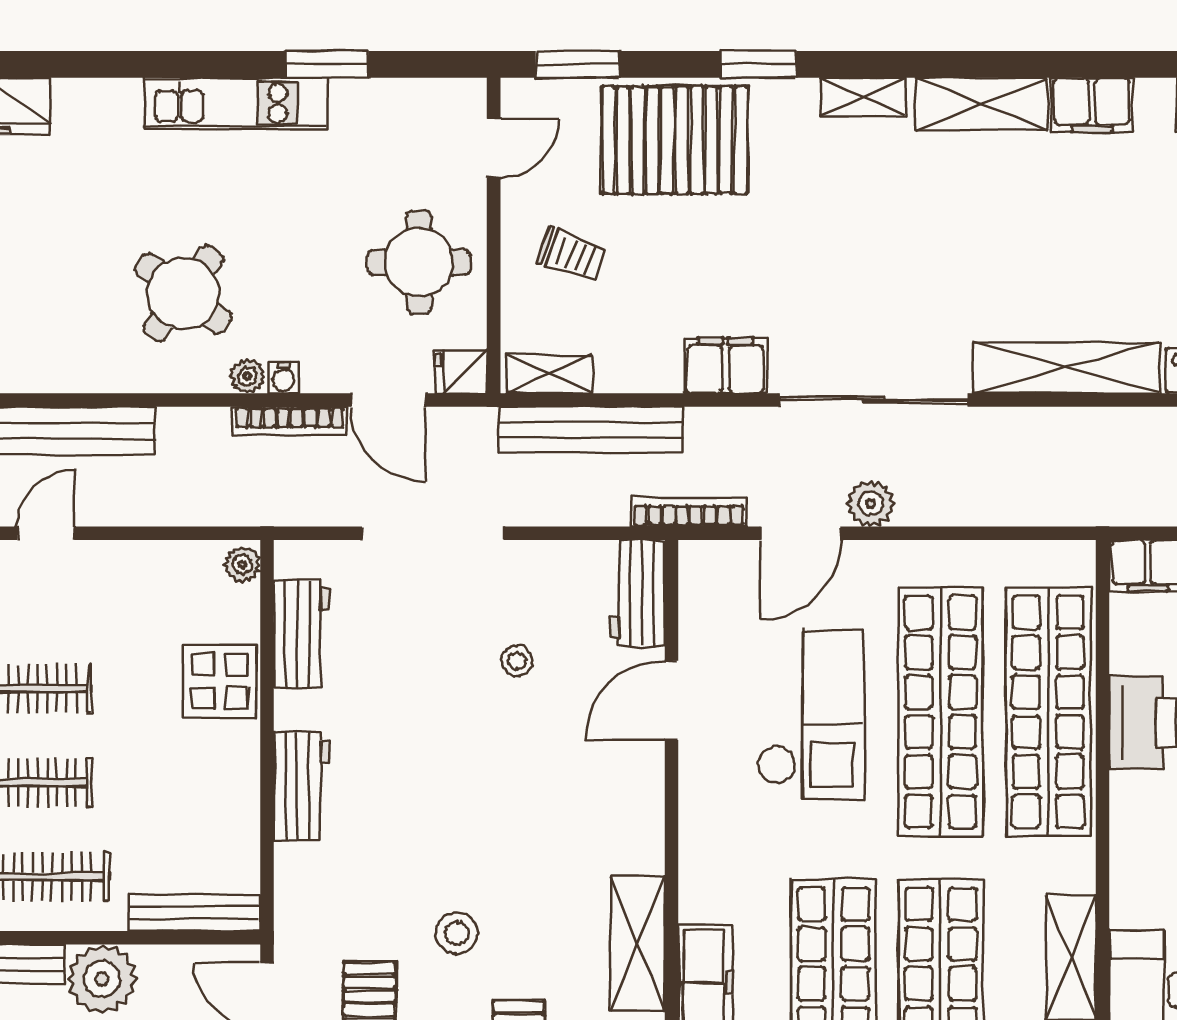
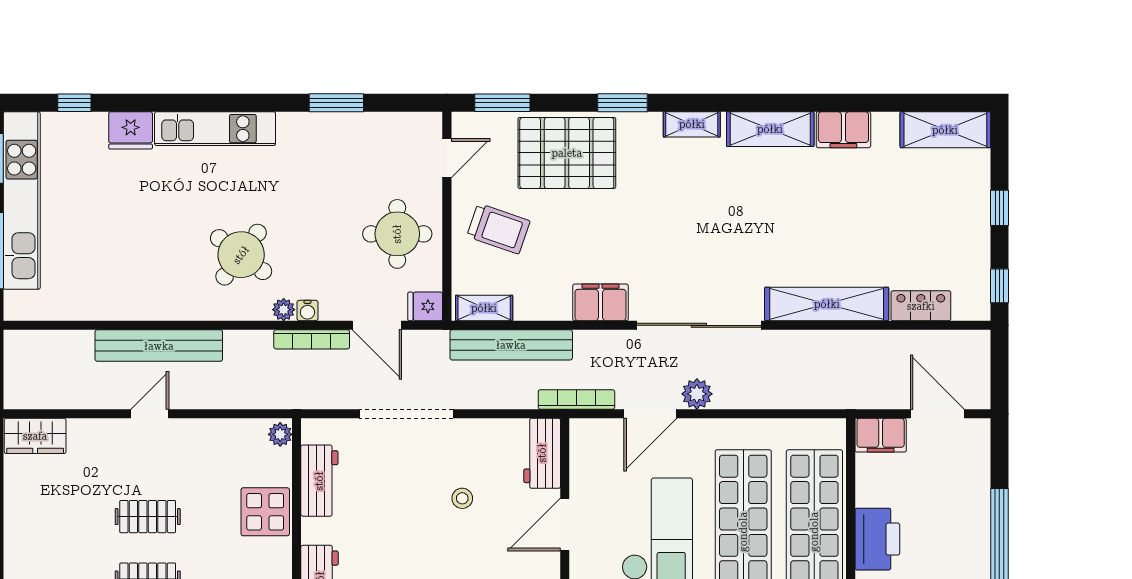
kitchen unit: (236, 103) -> (215, 129), moved
trolley: (571, 254) -> (498, 229), width x1.36, depth x1.39

